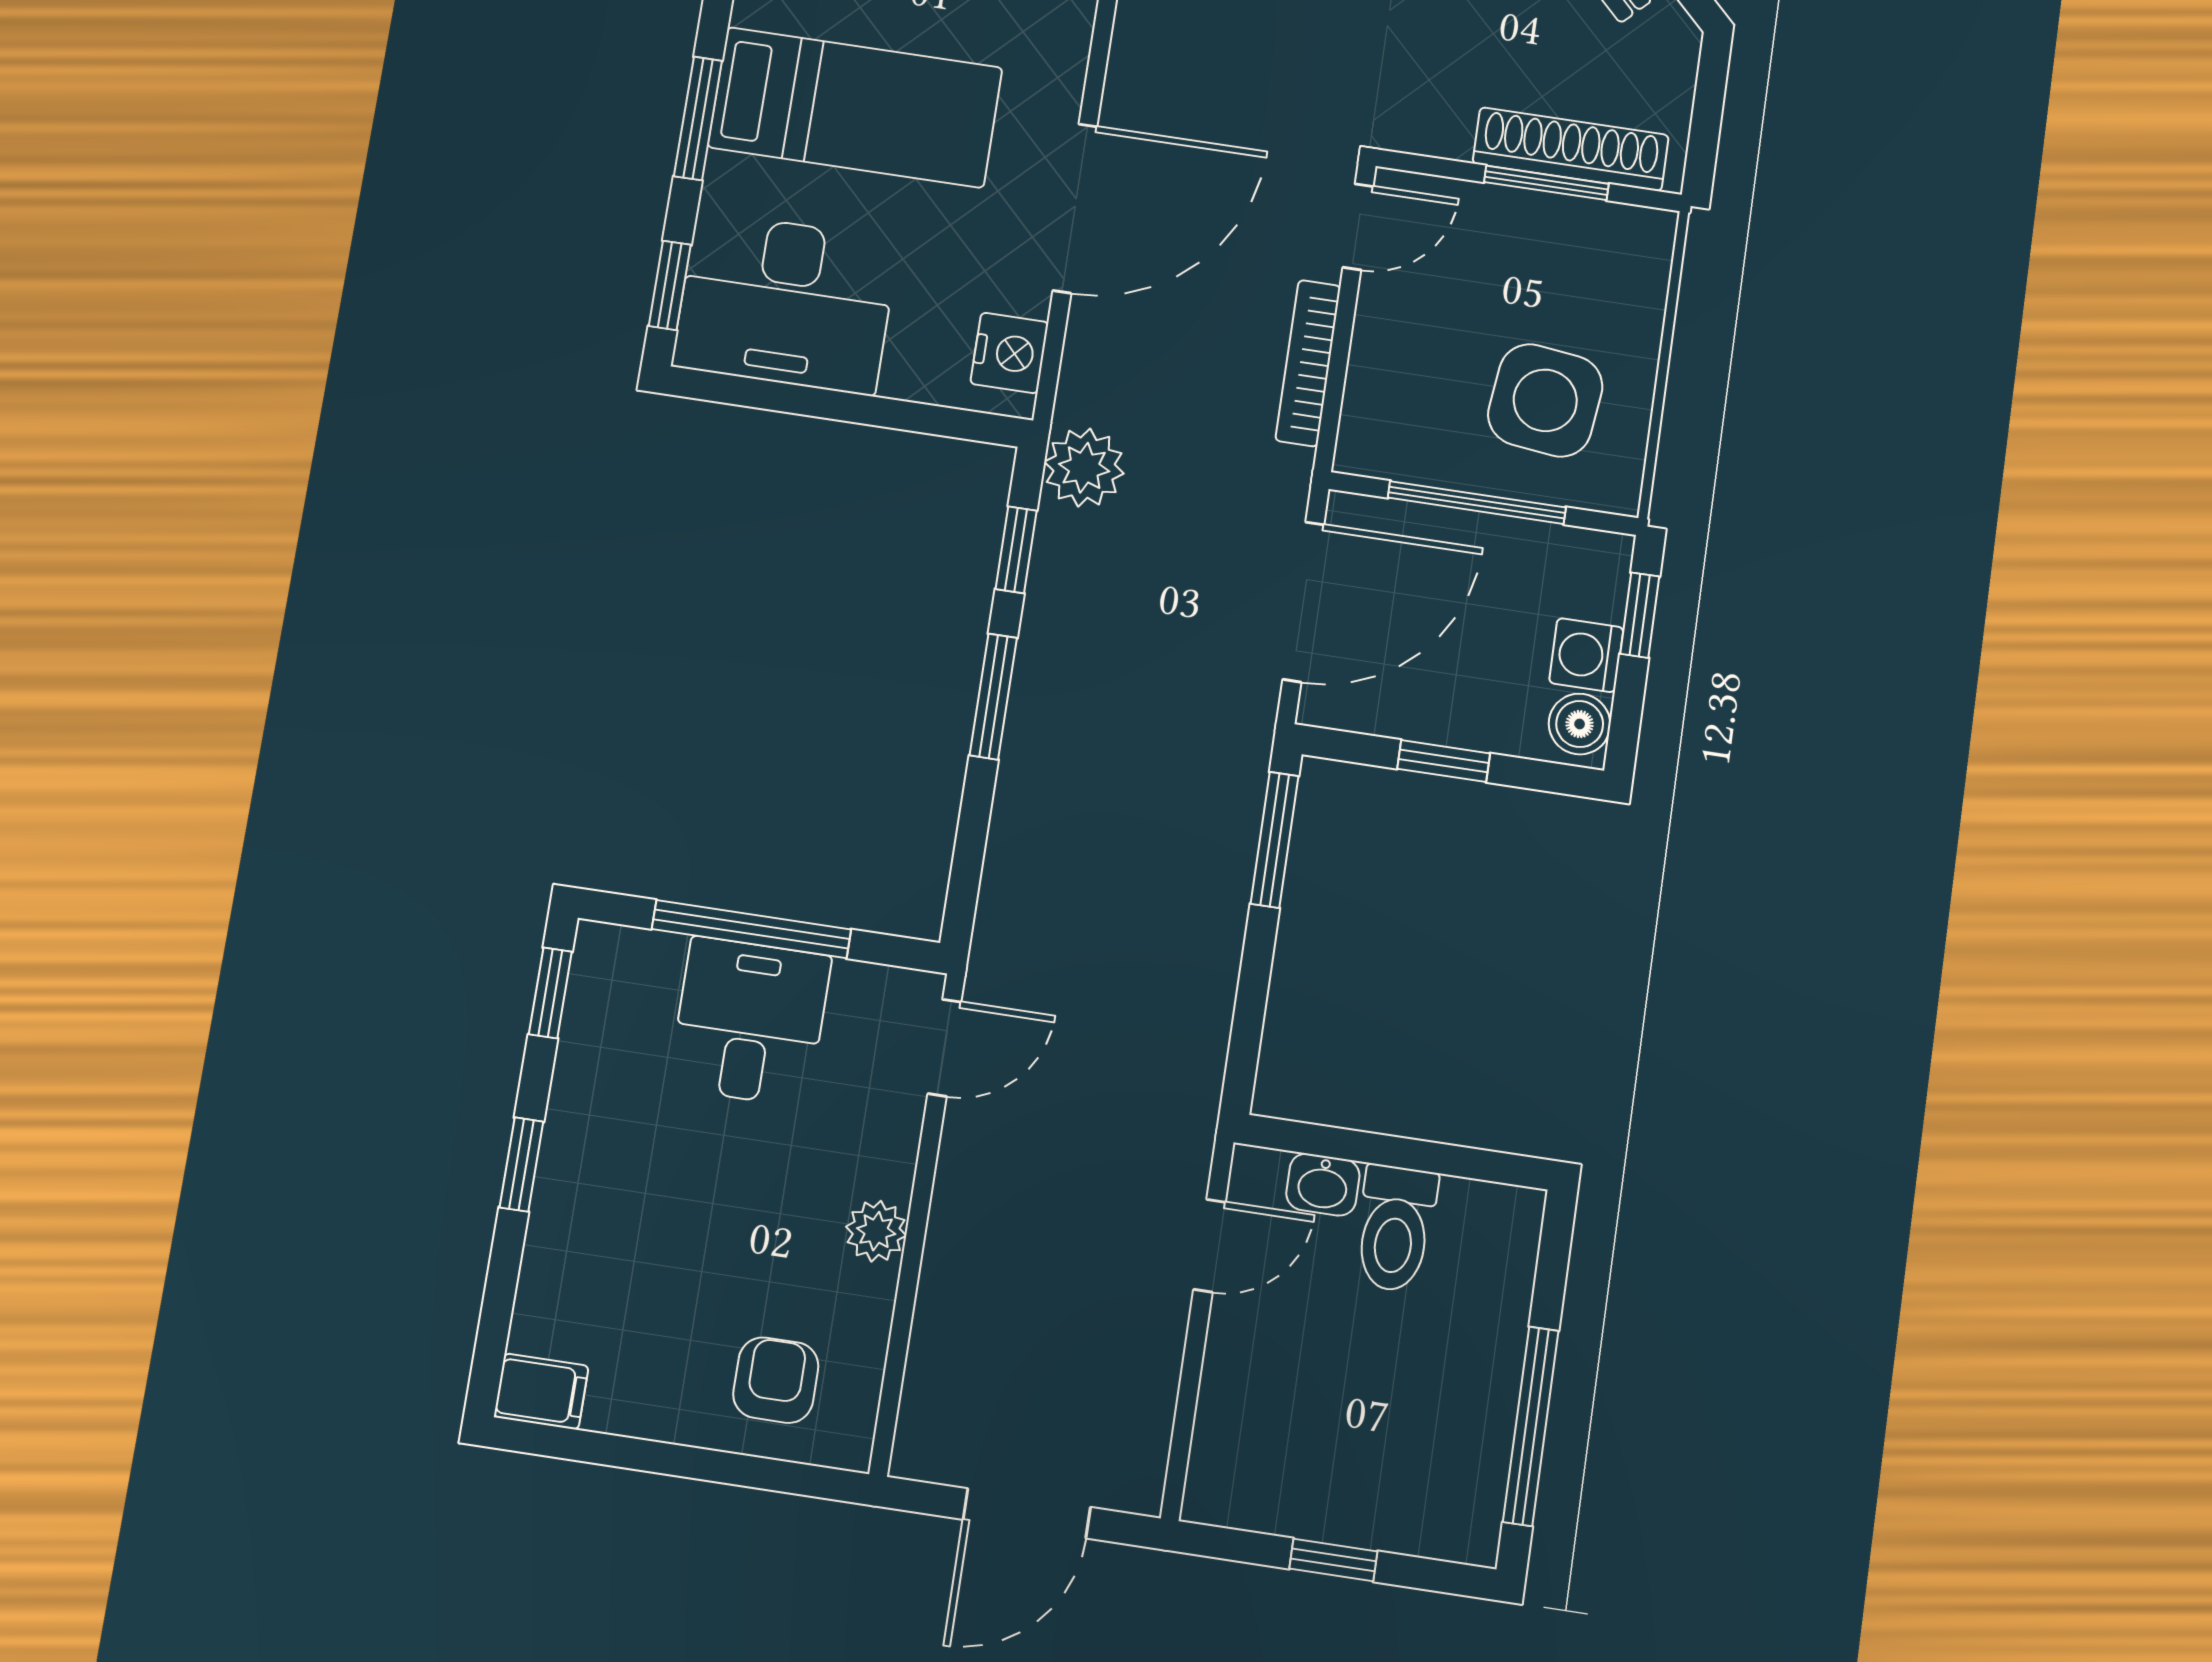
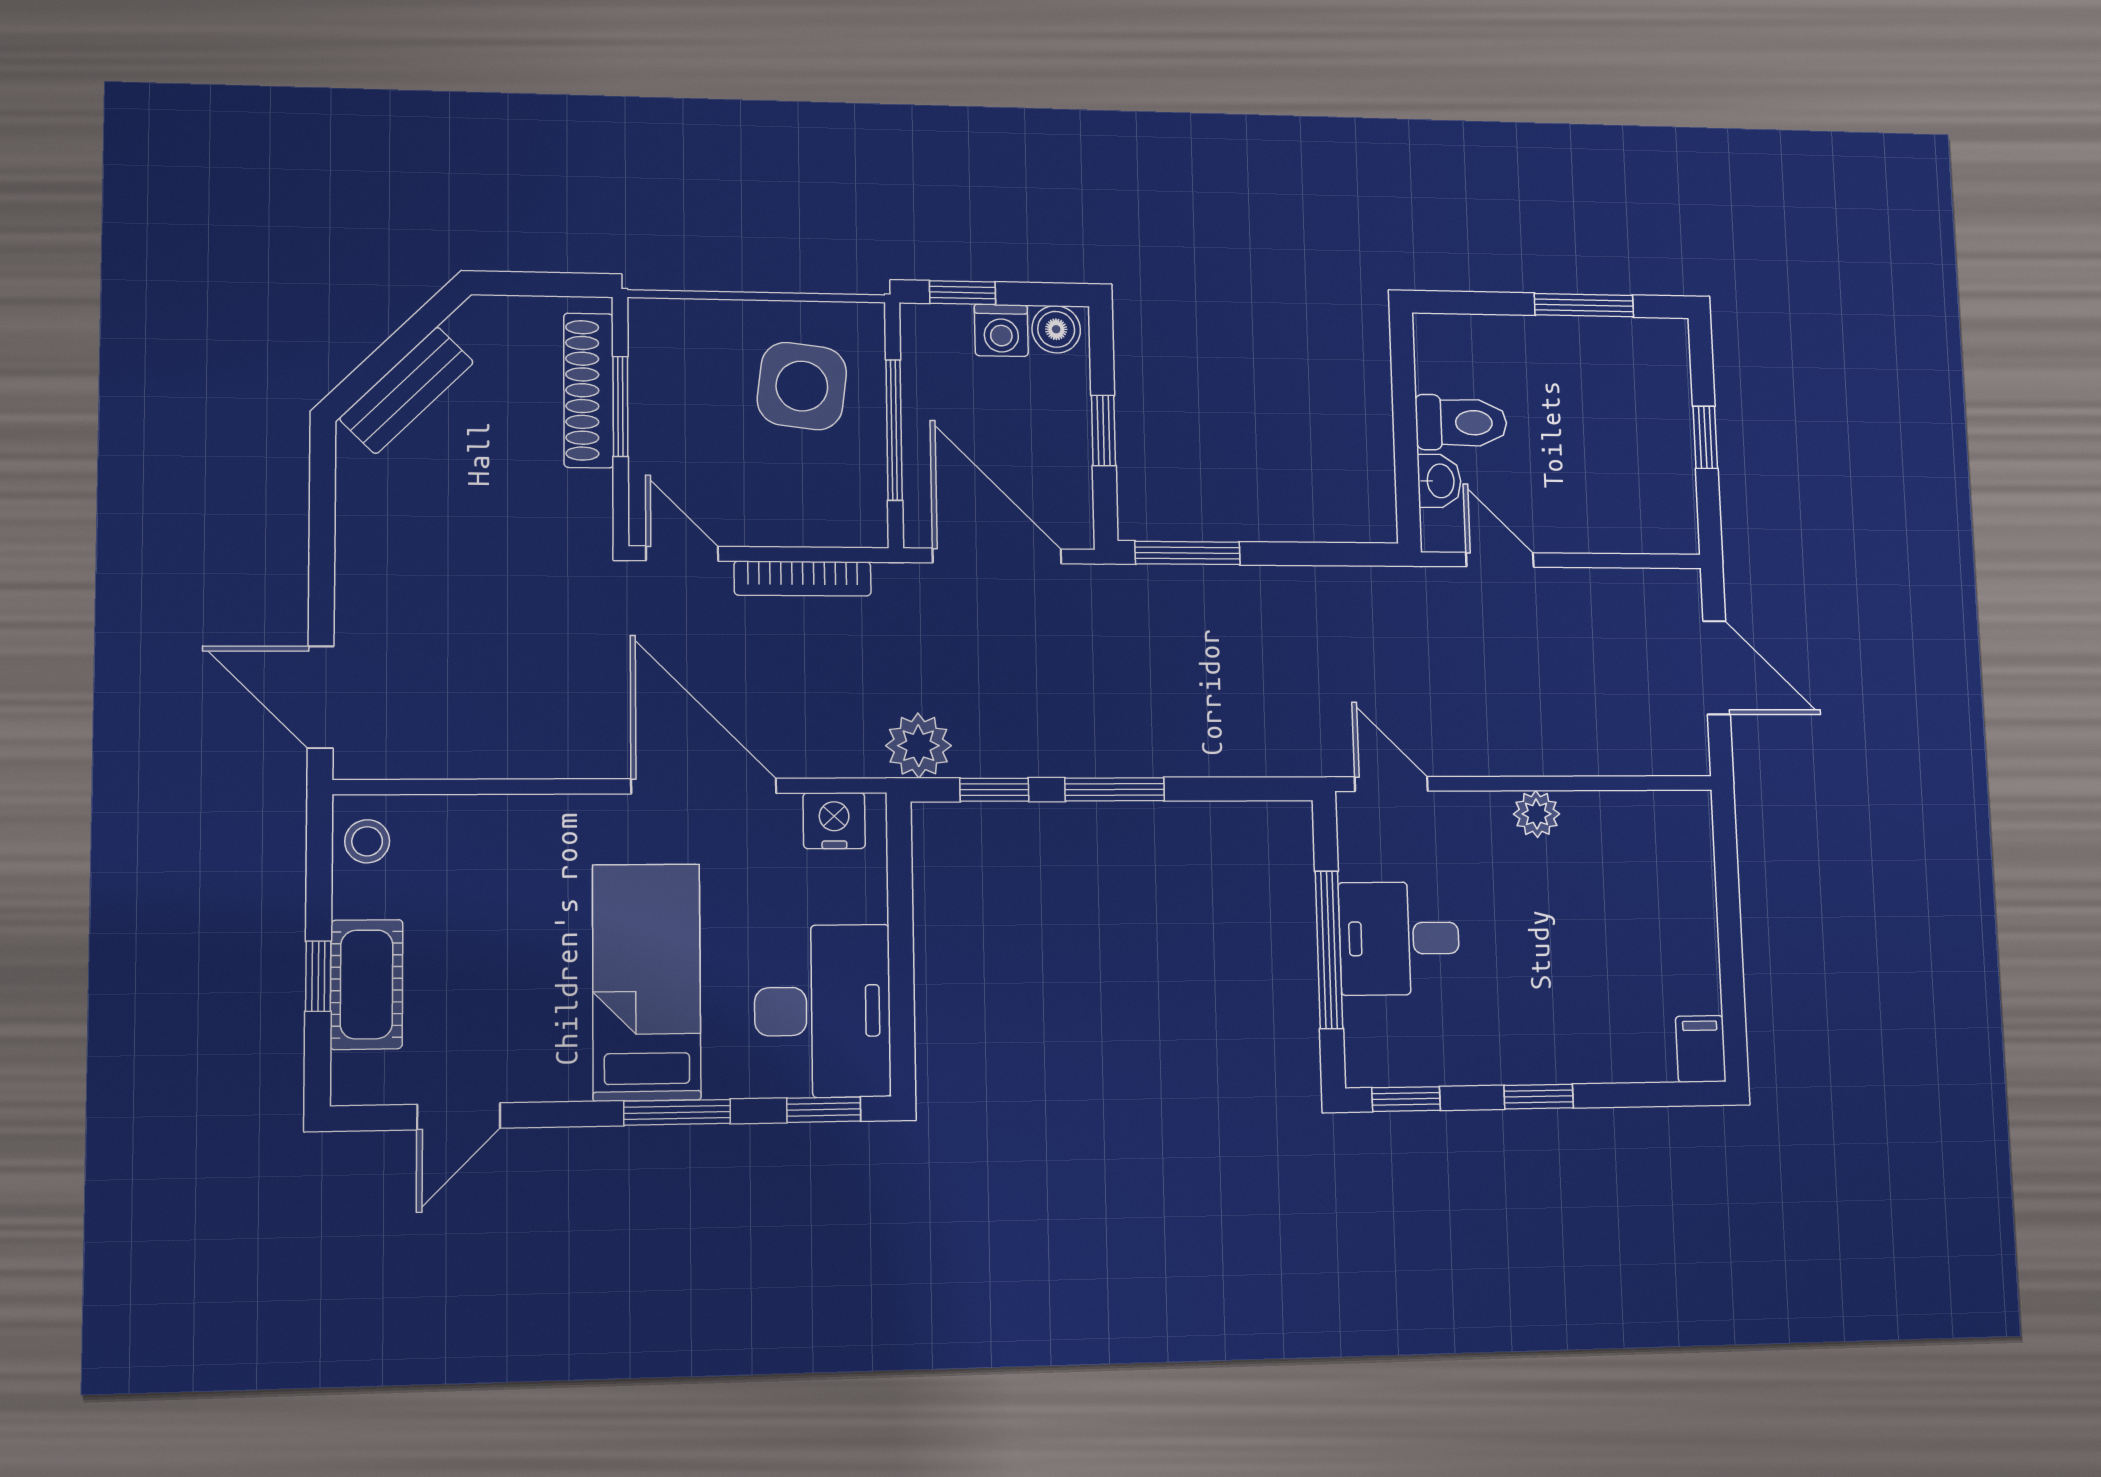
armchair: (776, 1380) -> (1659, 872), removed
window: (1531, 1426) -> (1584, 305), width x0.69

